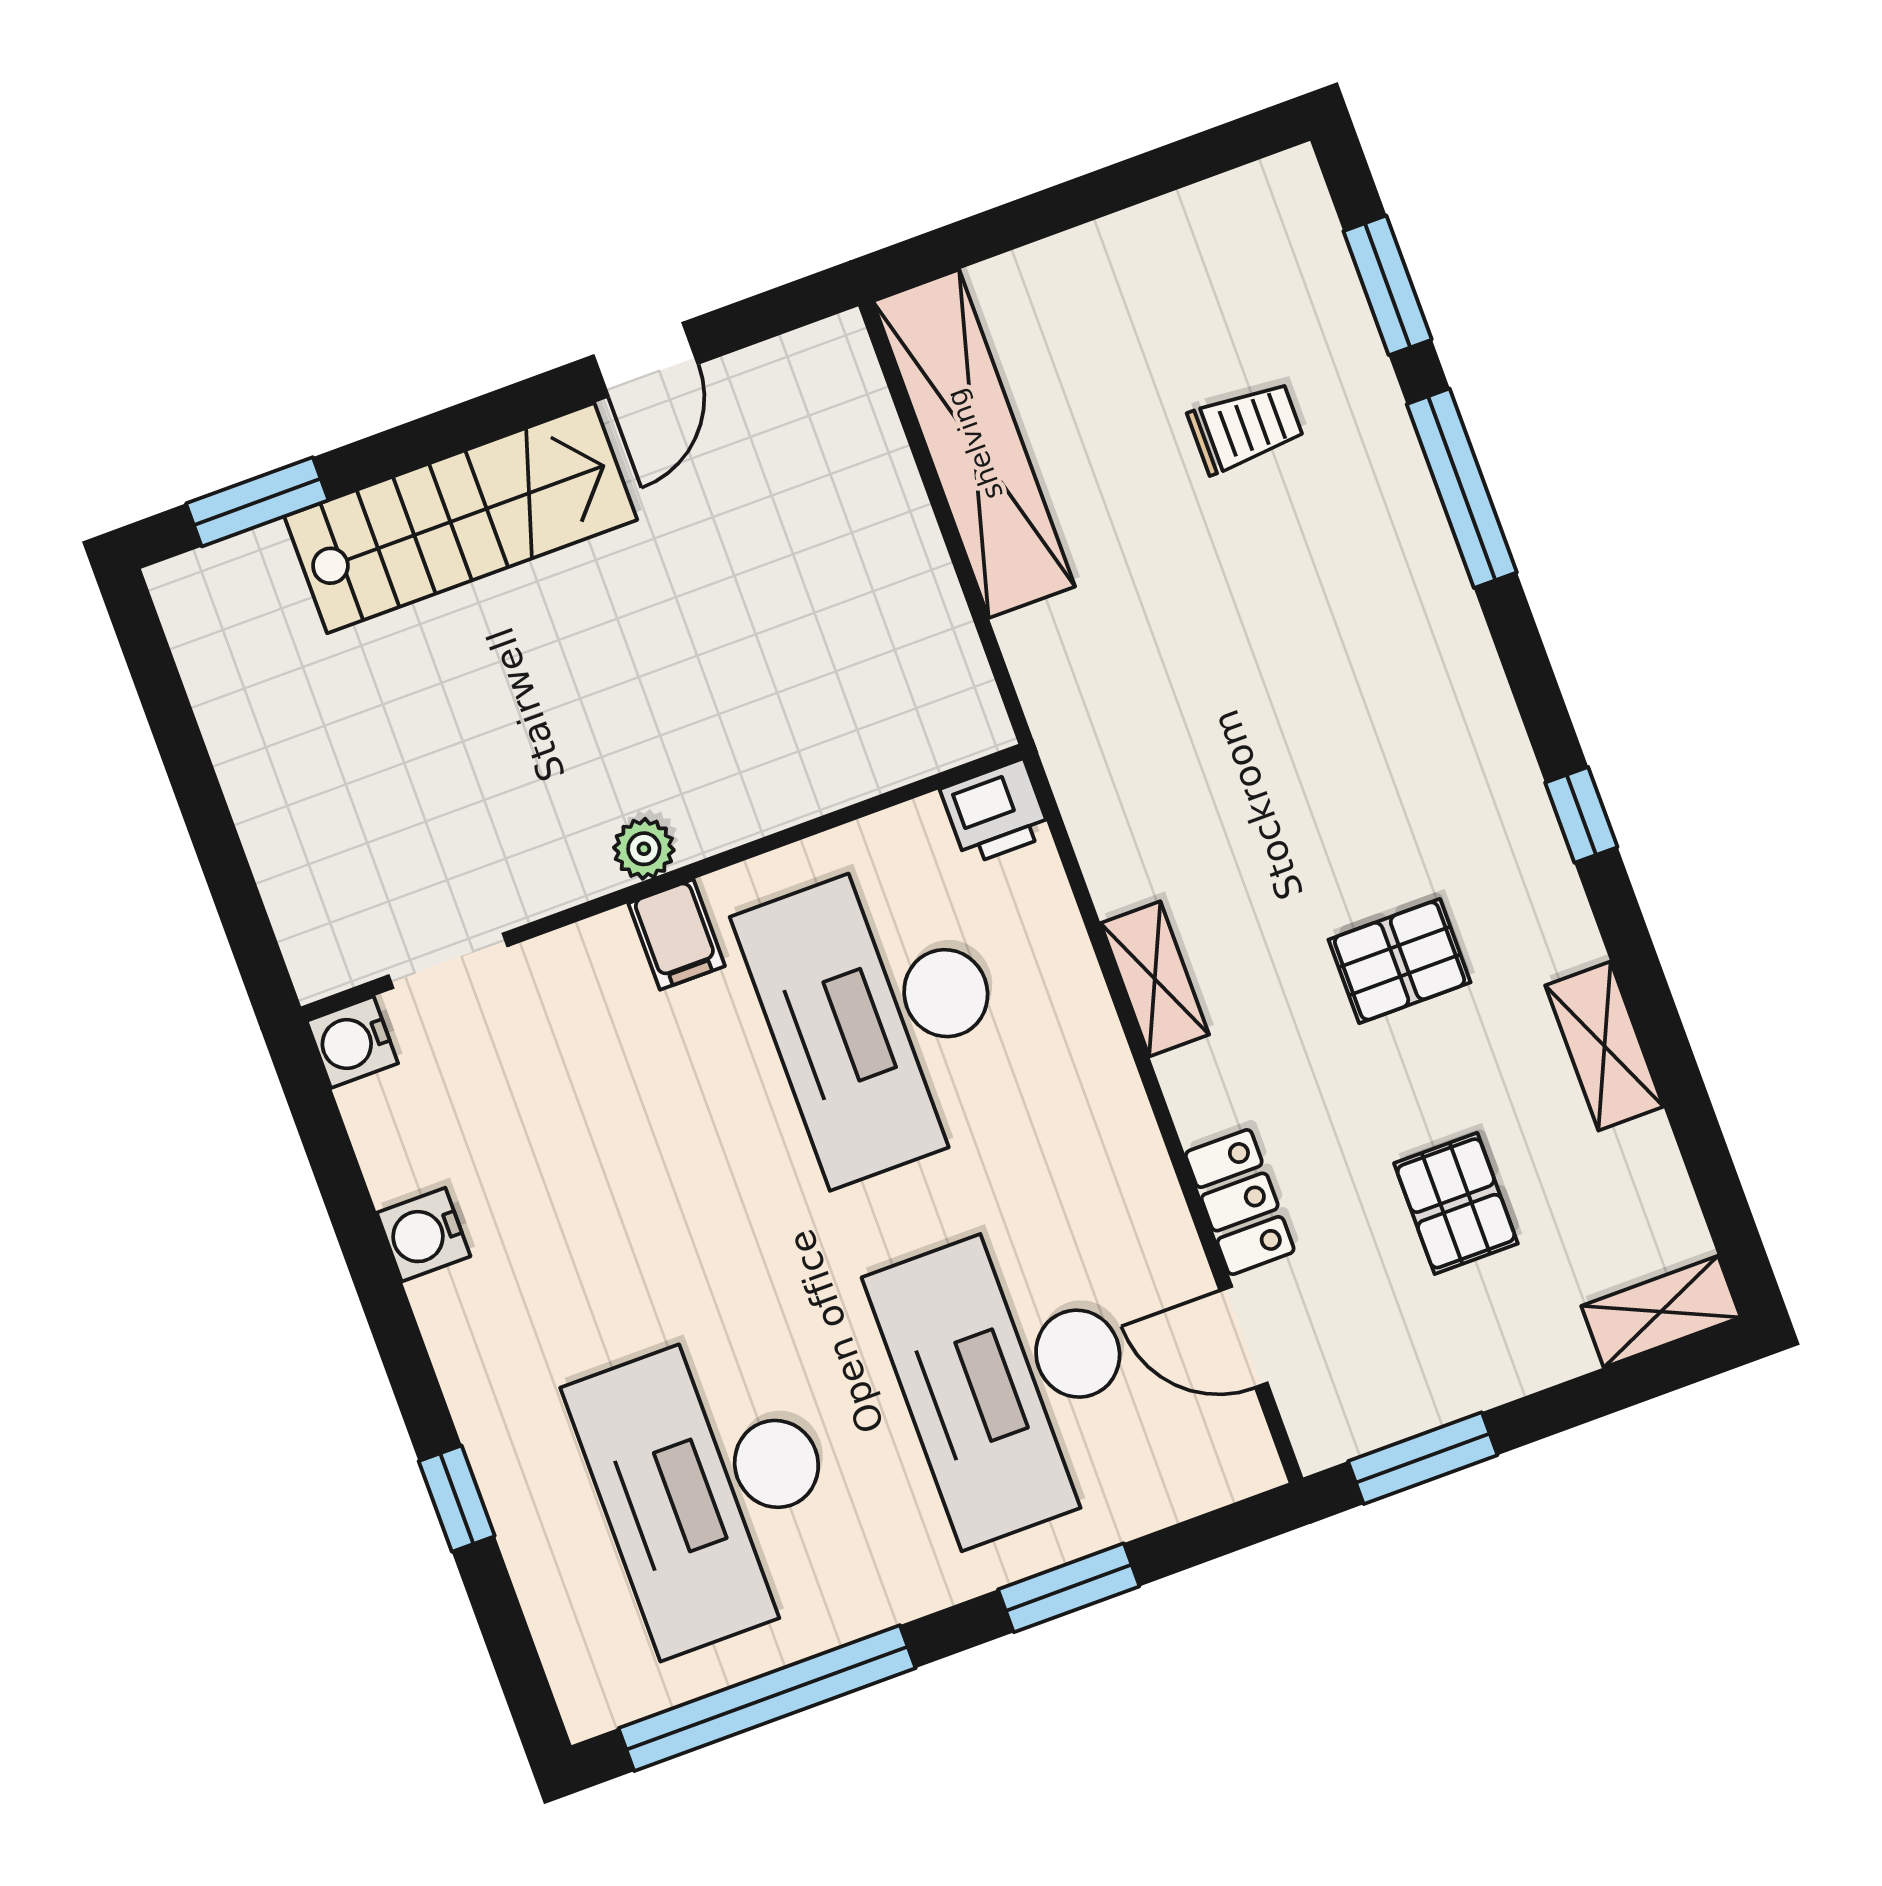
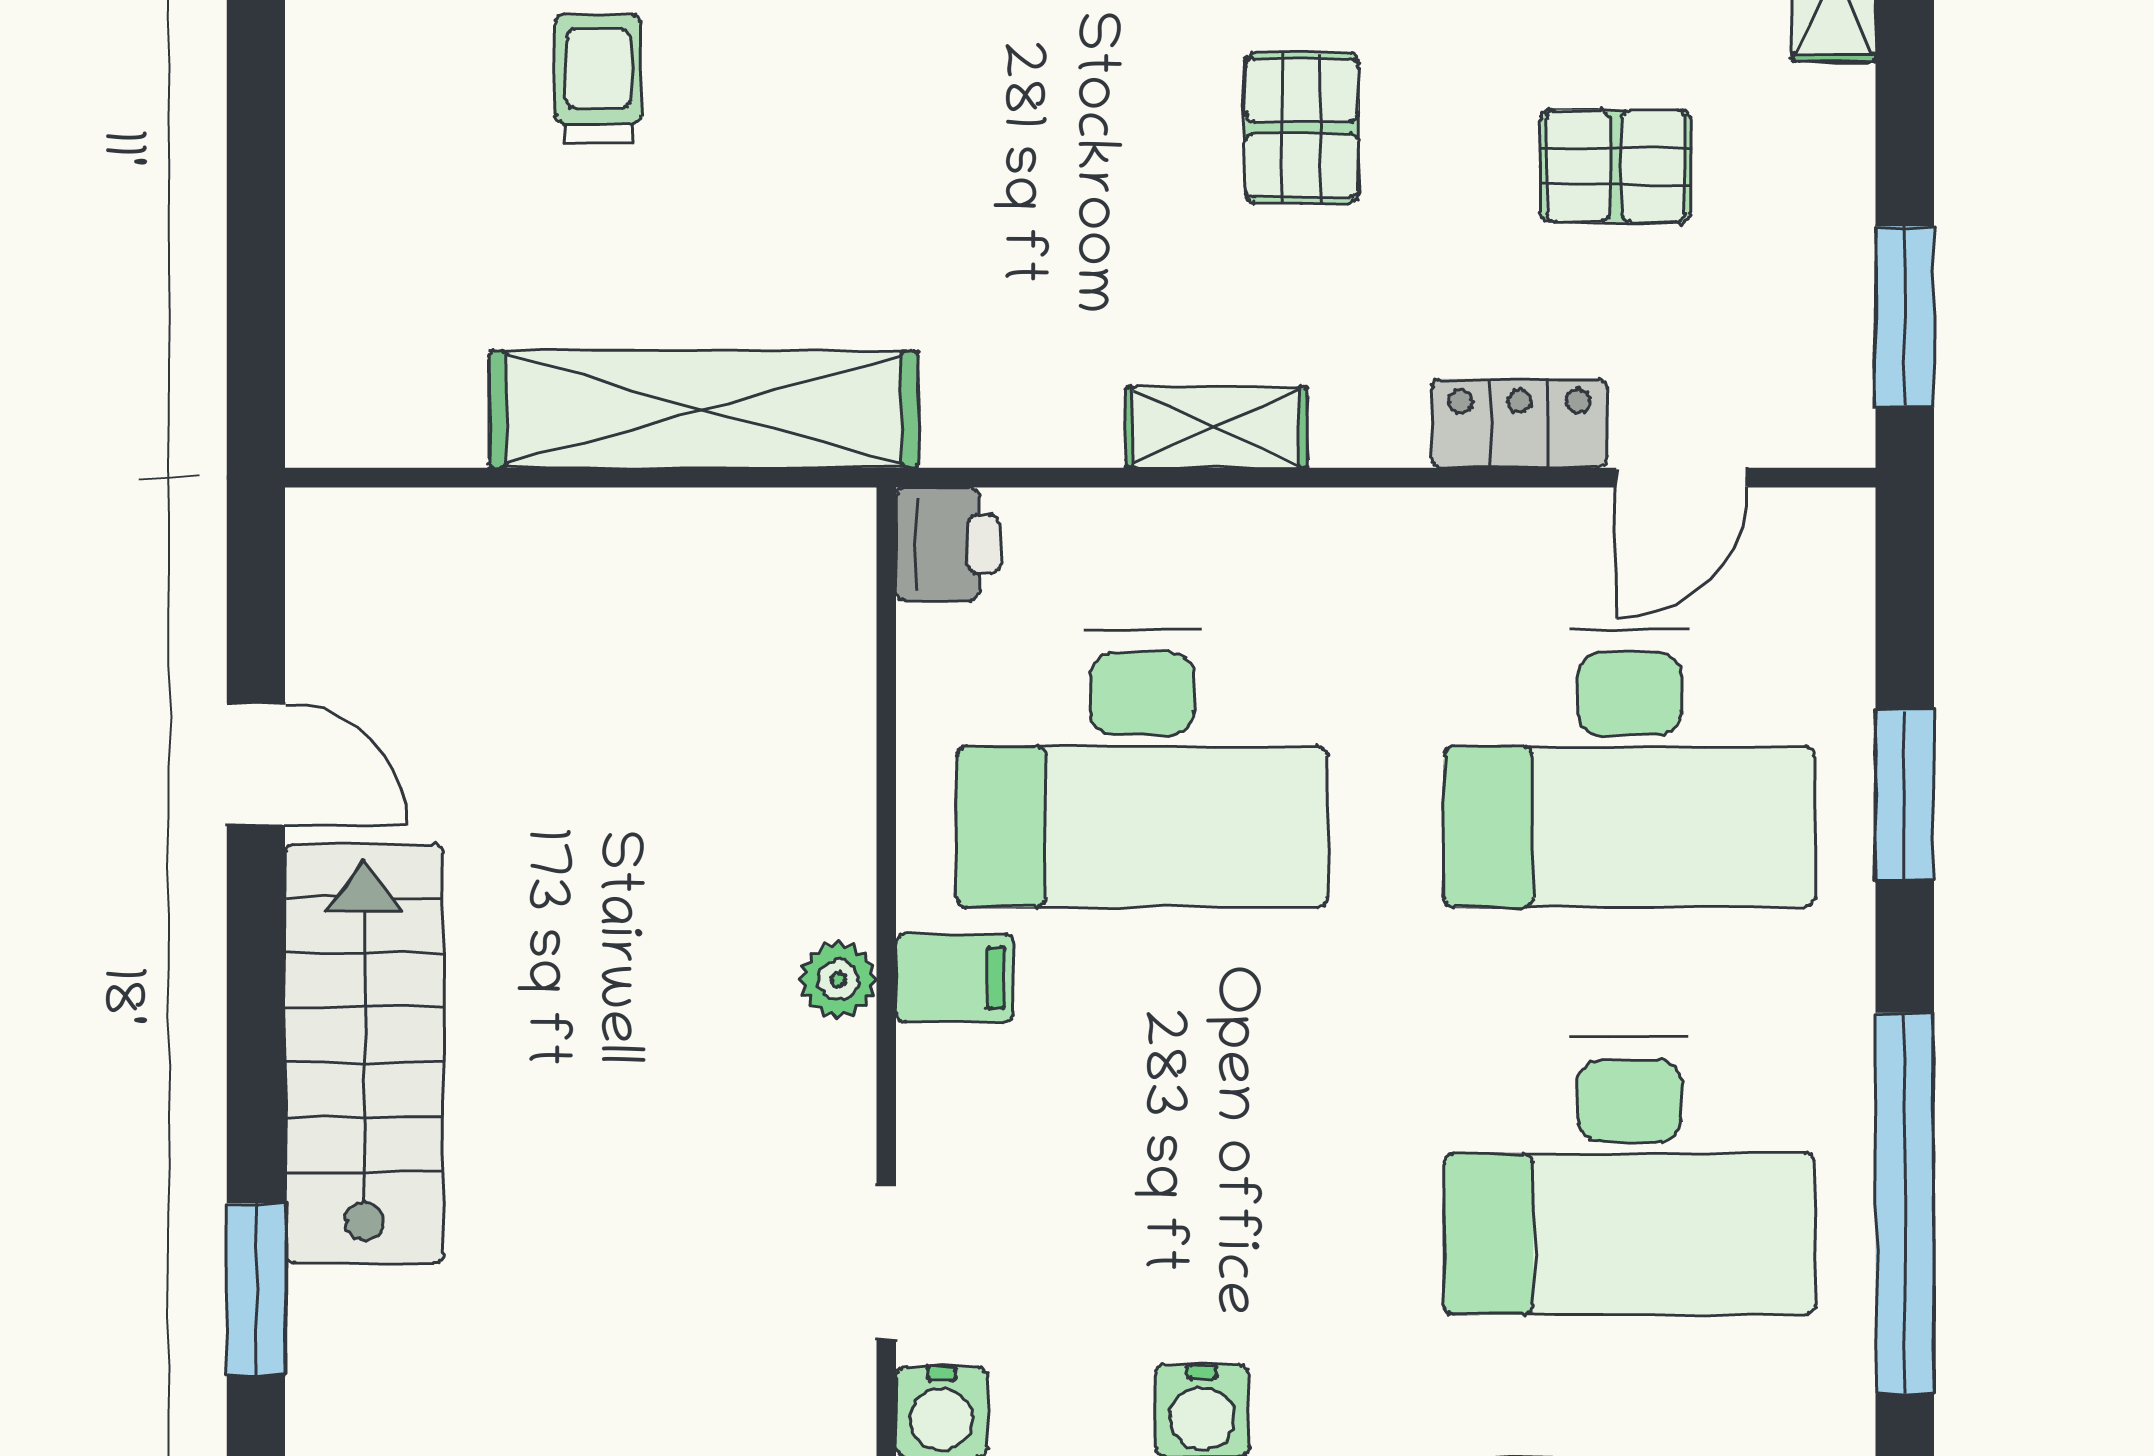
shelving: (974, 444) -> (704, 409), moved

